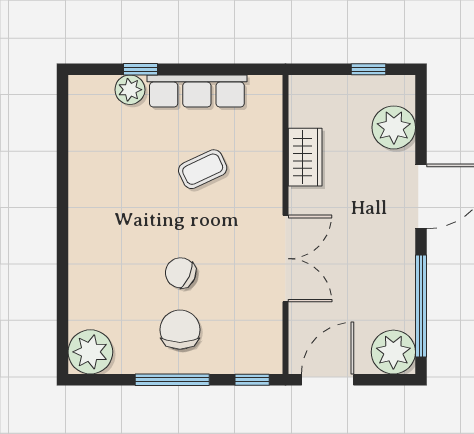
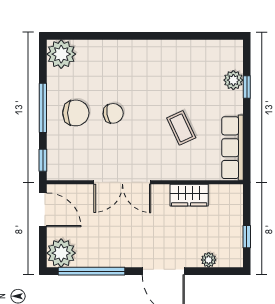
row of seats: (197, 91) -> (232, 148), moved
plant: (394, 127) -> (209, 260), width x0.53, depth x0.53
chair: (181, 273) -> (113, 113), turned 57

